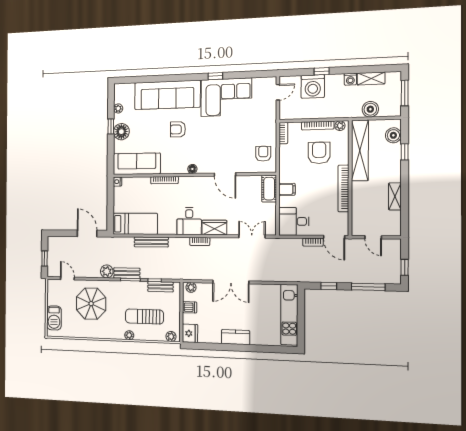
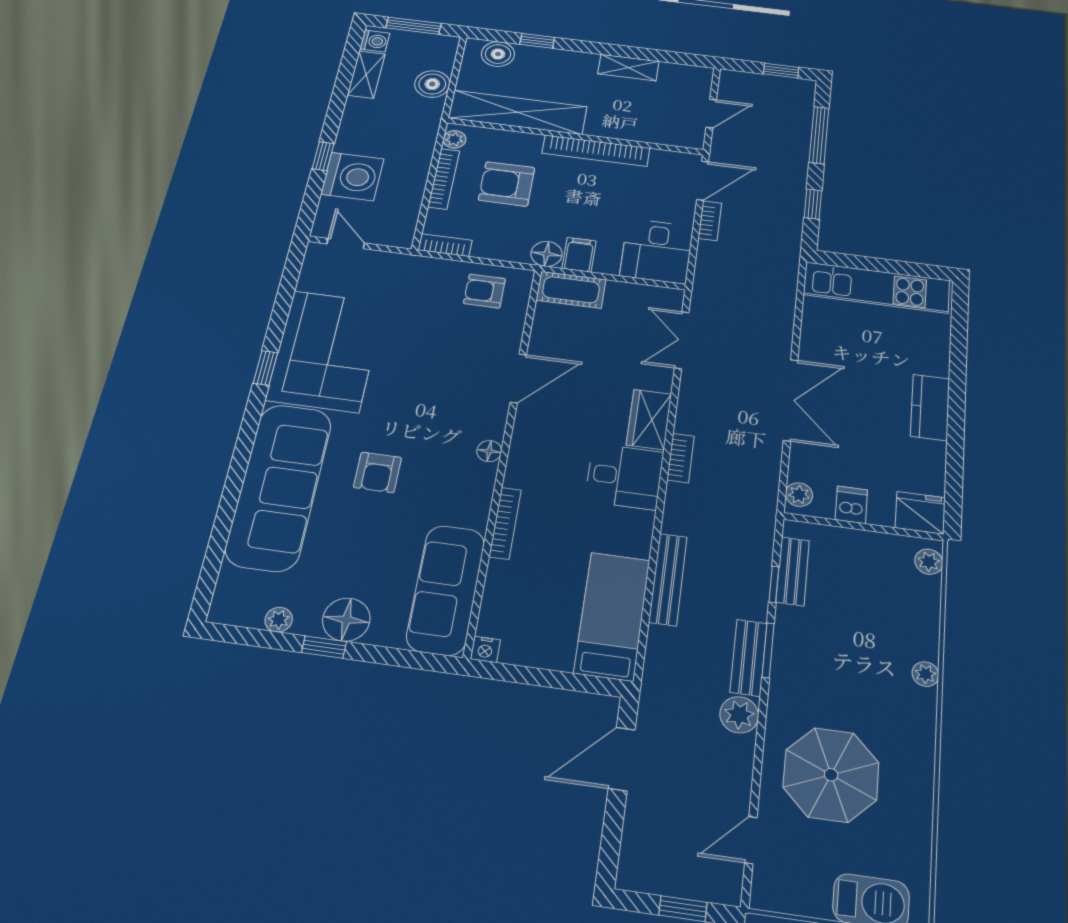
washing machine: (350, 79) -> (375, 41), moved
floor lamp: (285, 176) -> (546, 254), added
sun lounger: (144, 317) -> (873, 625), removed

